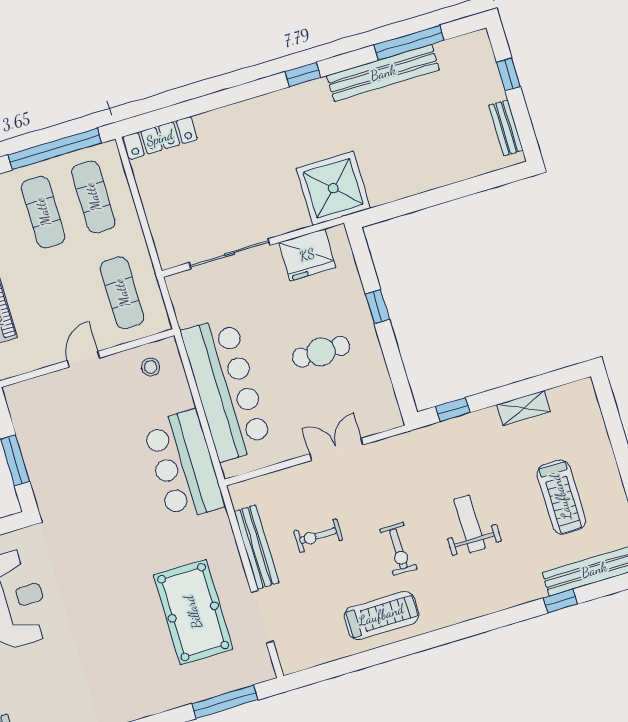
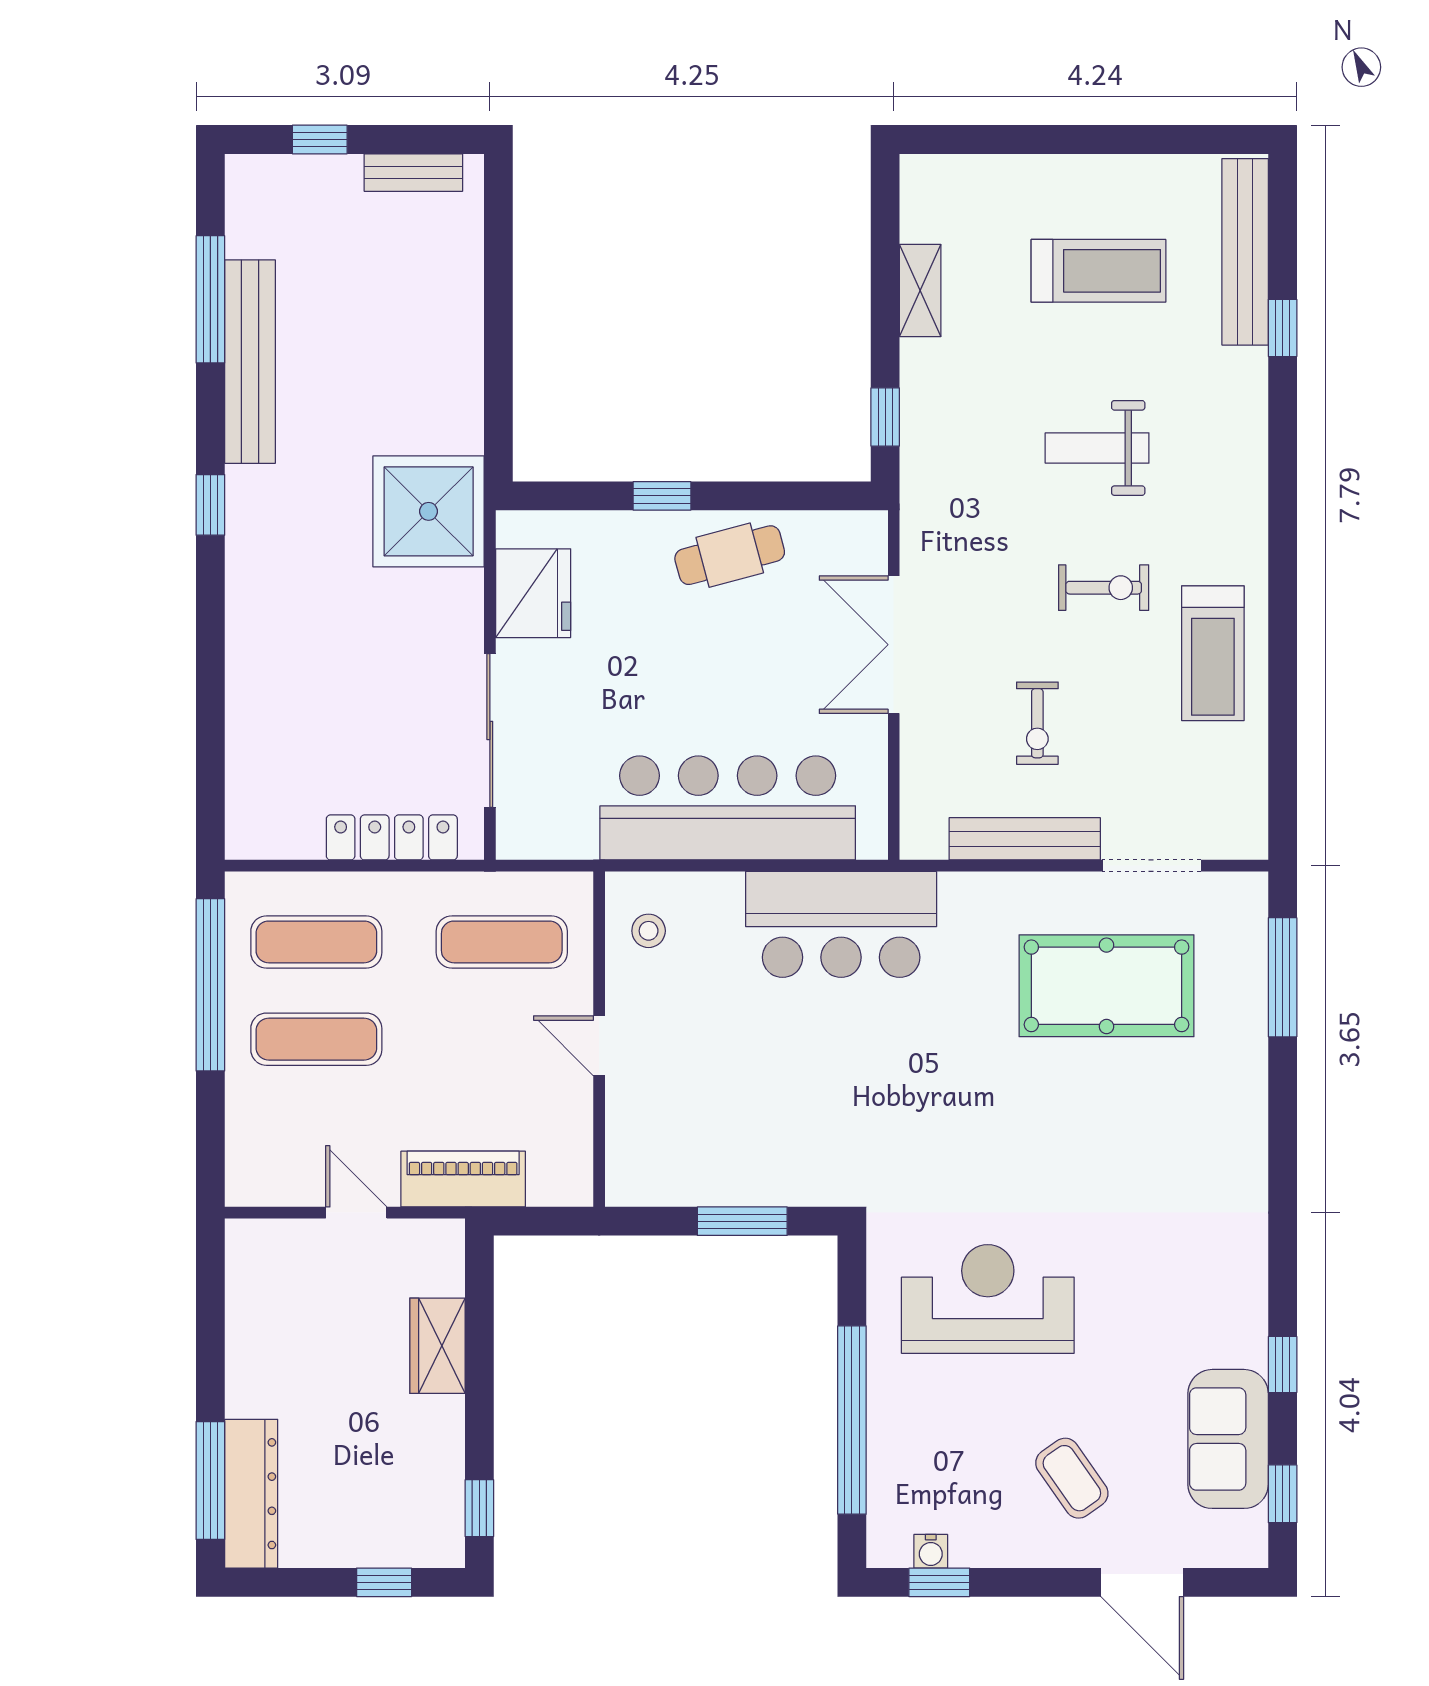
locker: (160, 138) -> (392, 837), moved, turned -90
cafe table: (321, 352) -> (730, 555), moved, turned 75
double door: (336, 449) -> (894, 645), width x1.37
treadmill: (381, 615) -> (1213, 653), turned 180

